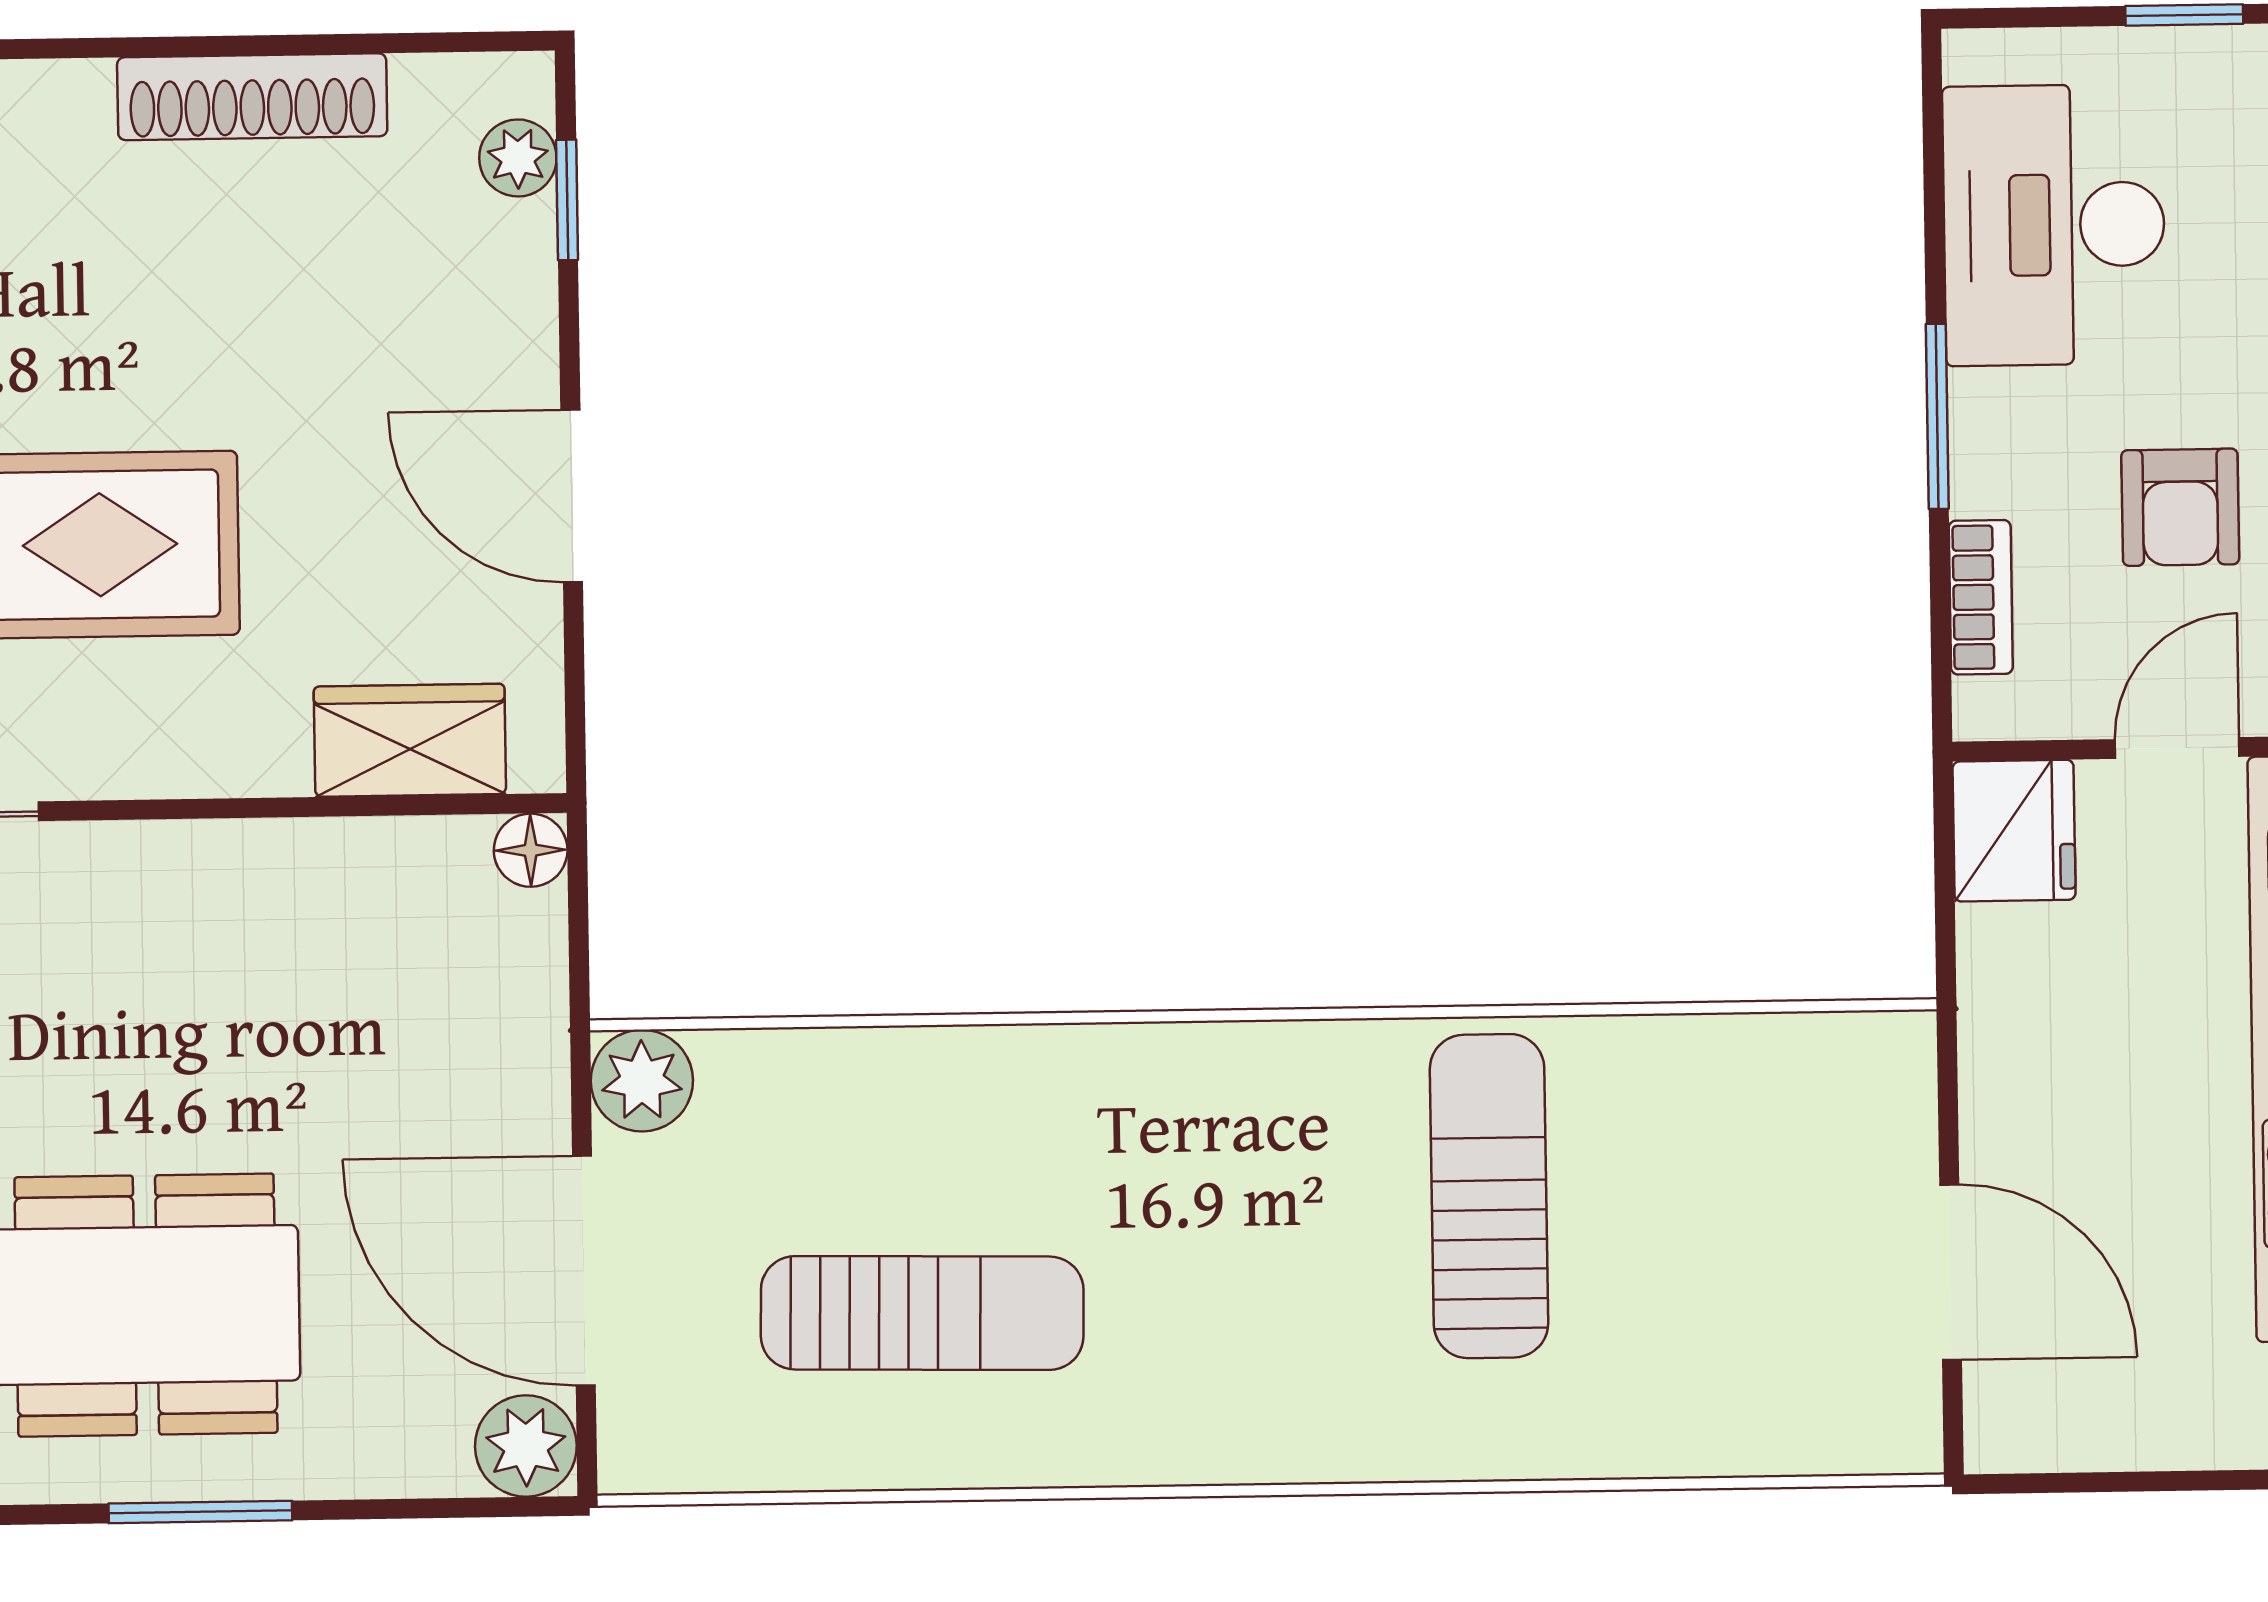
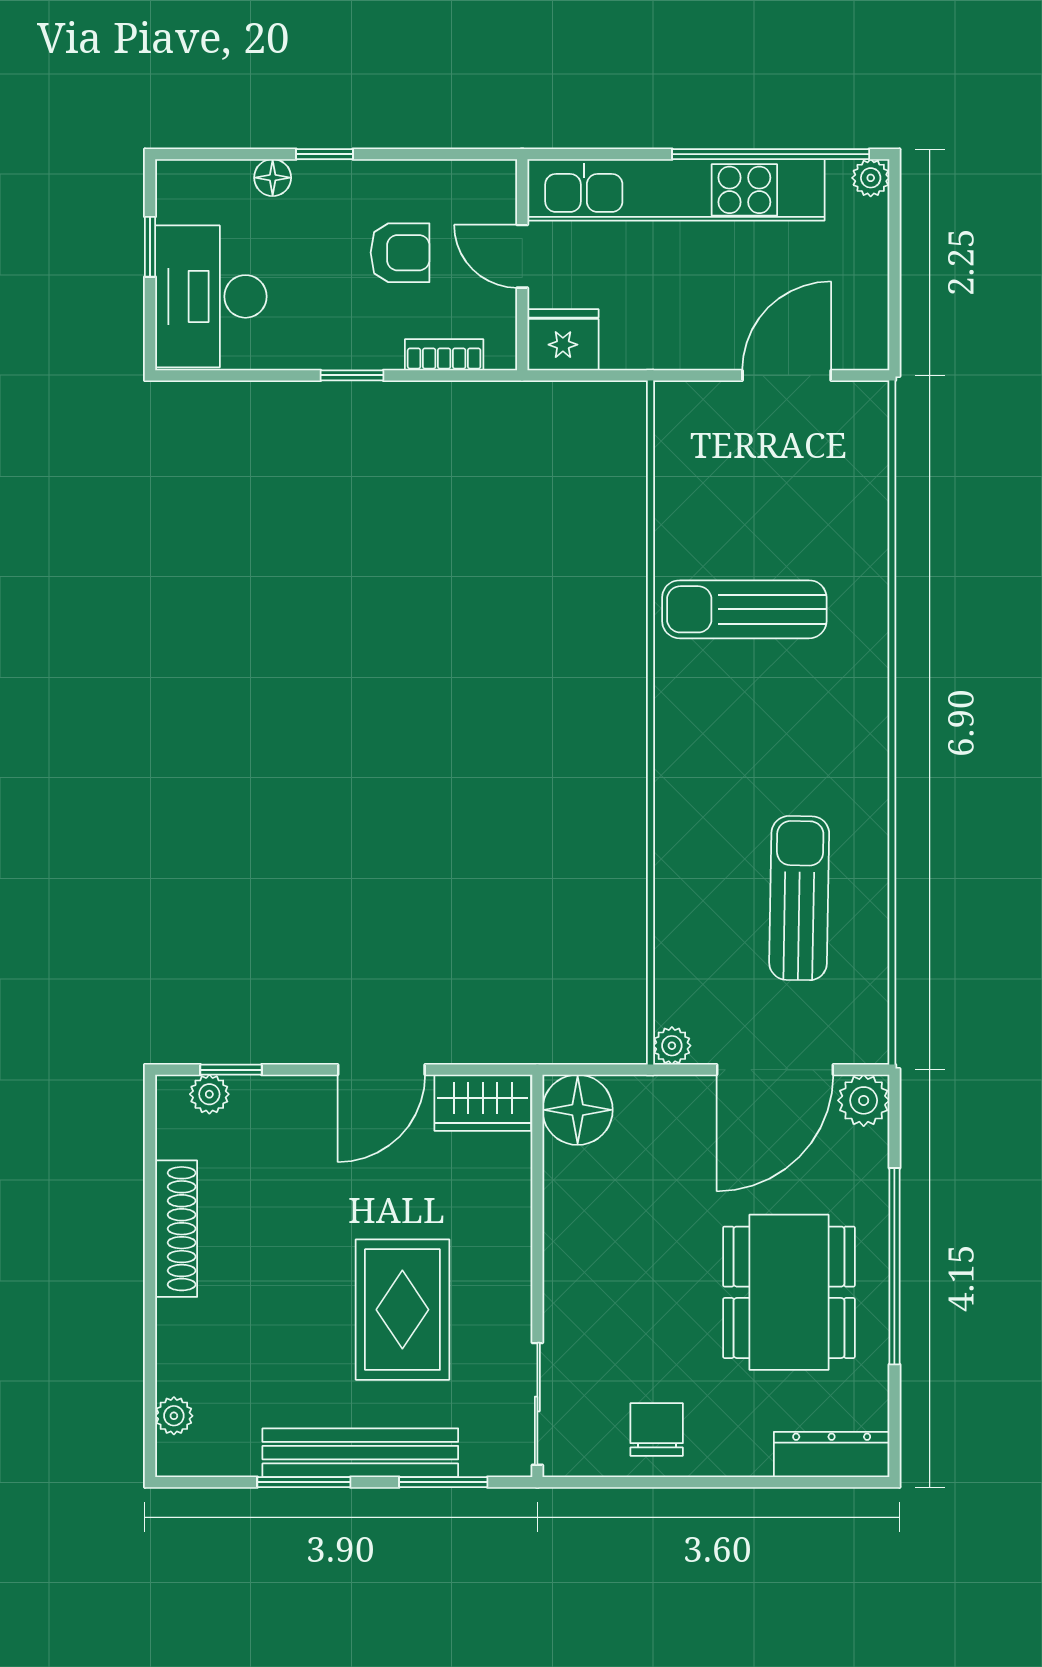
desk: (2054, 225) -> (211, 296), moved, turned 90
window: (1937, 416) -> (352, 375), width x0.67
wardrobe: (410, 740) -> (483, 1103), moved, turned -90
floor lamp: (531, 850) -> (578, 1110), width x1.89, depth x1.89
plant: (642, 1081) -> (672, 1046), width x0.73, depth x0.73
window: (200, 1512) -> (894, 1266), width x2.11

